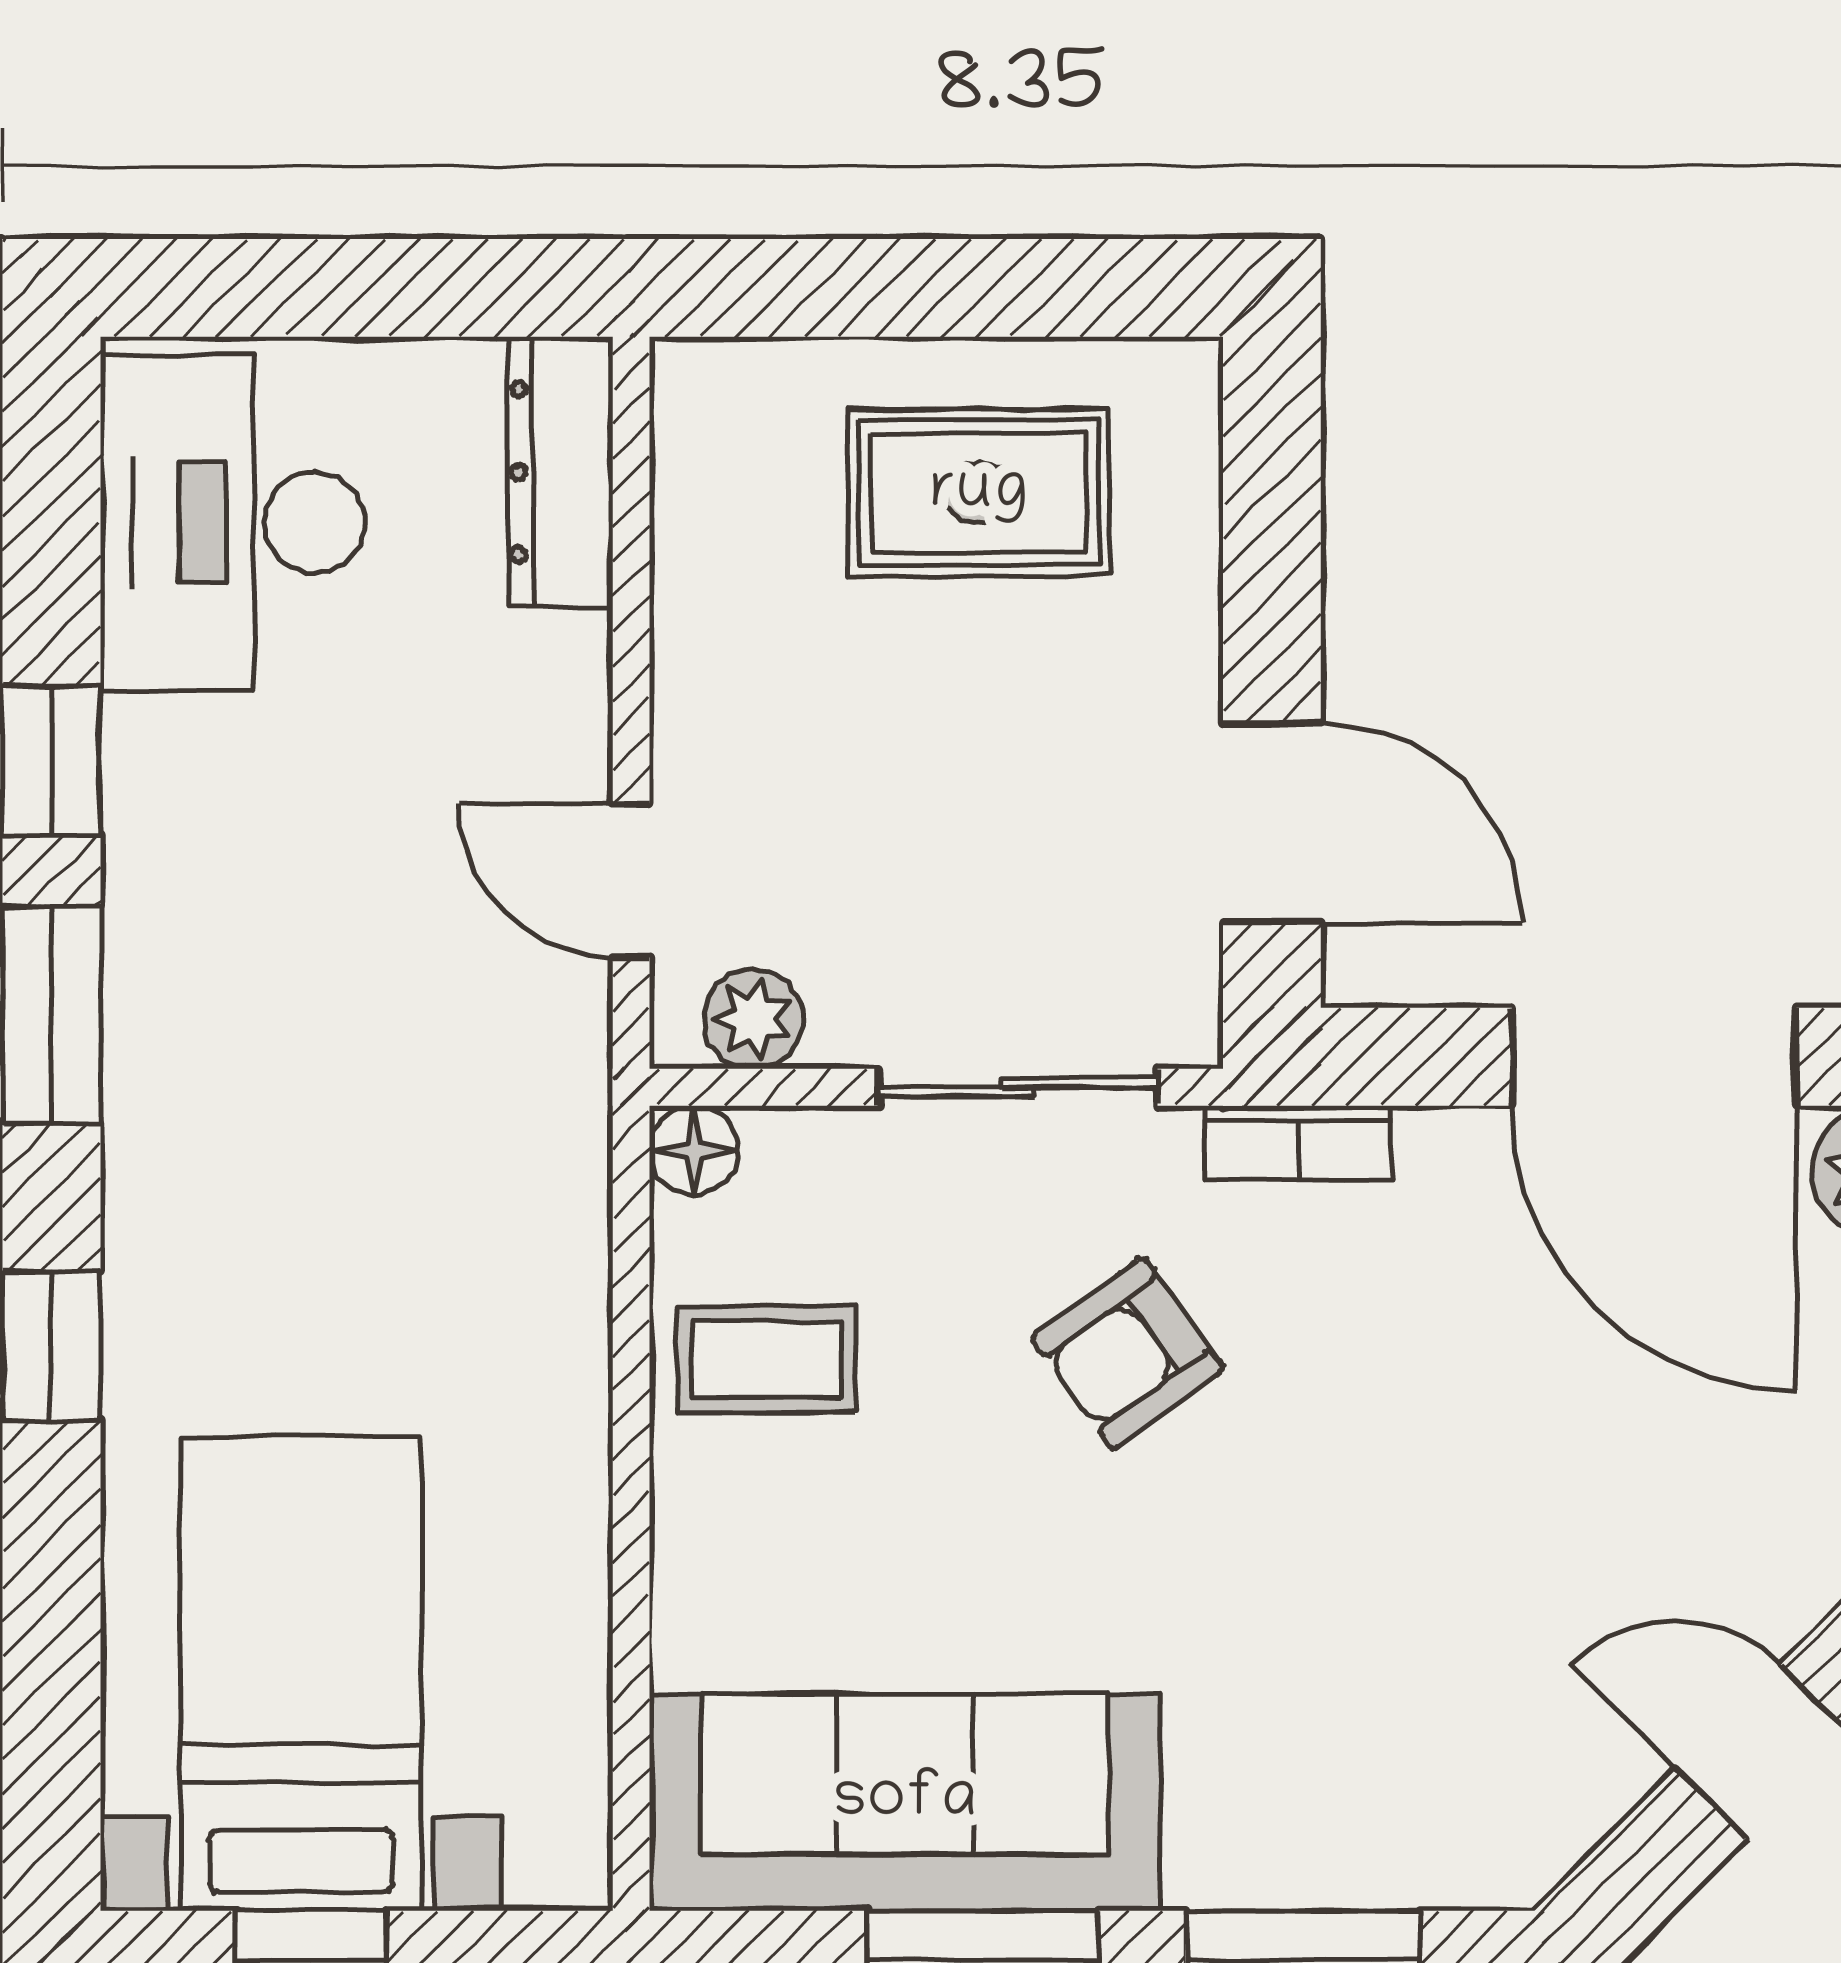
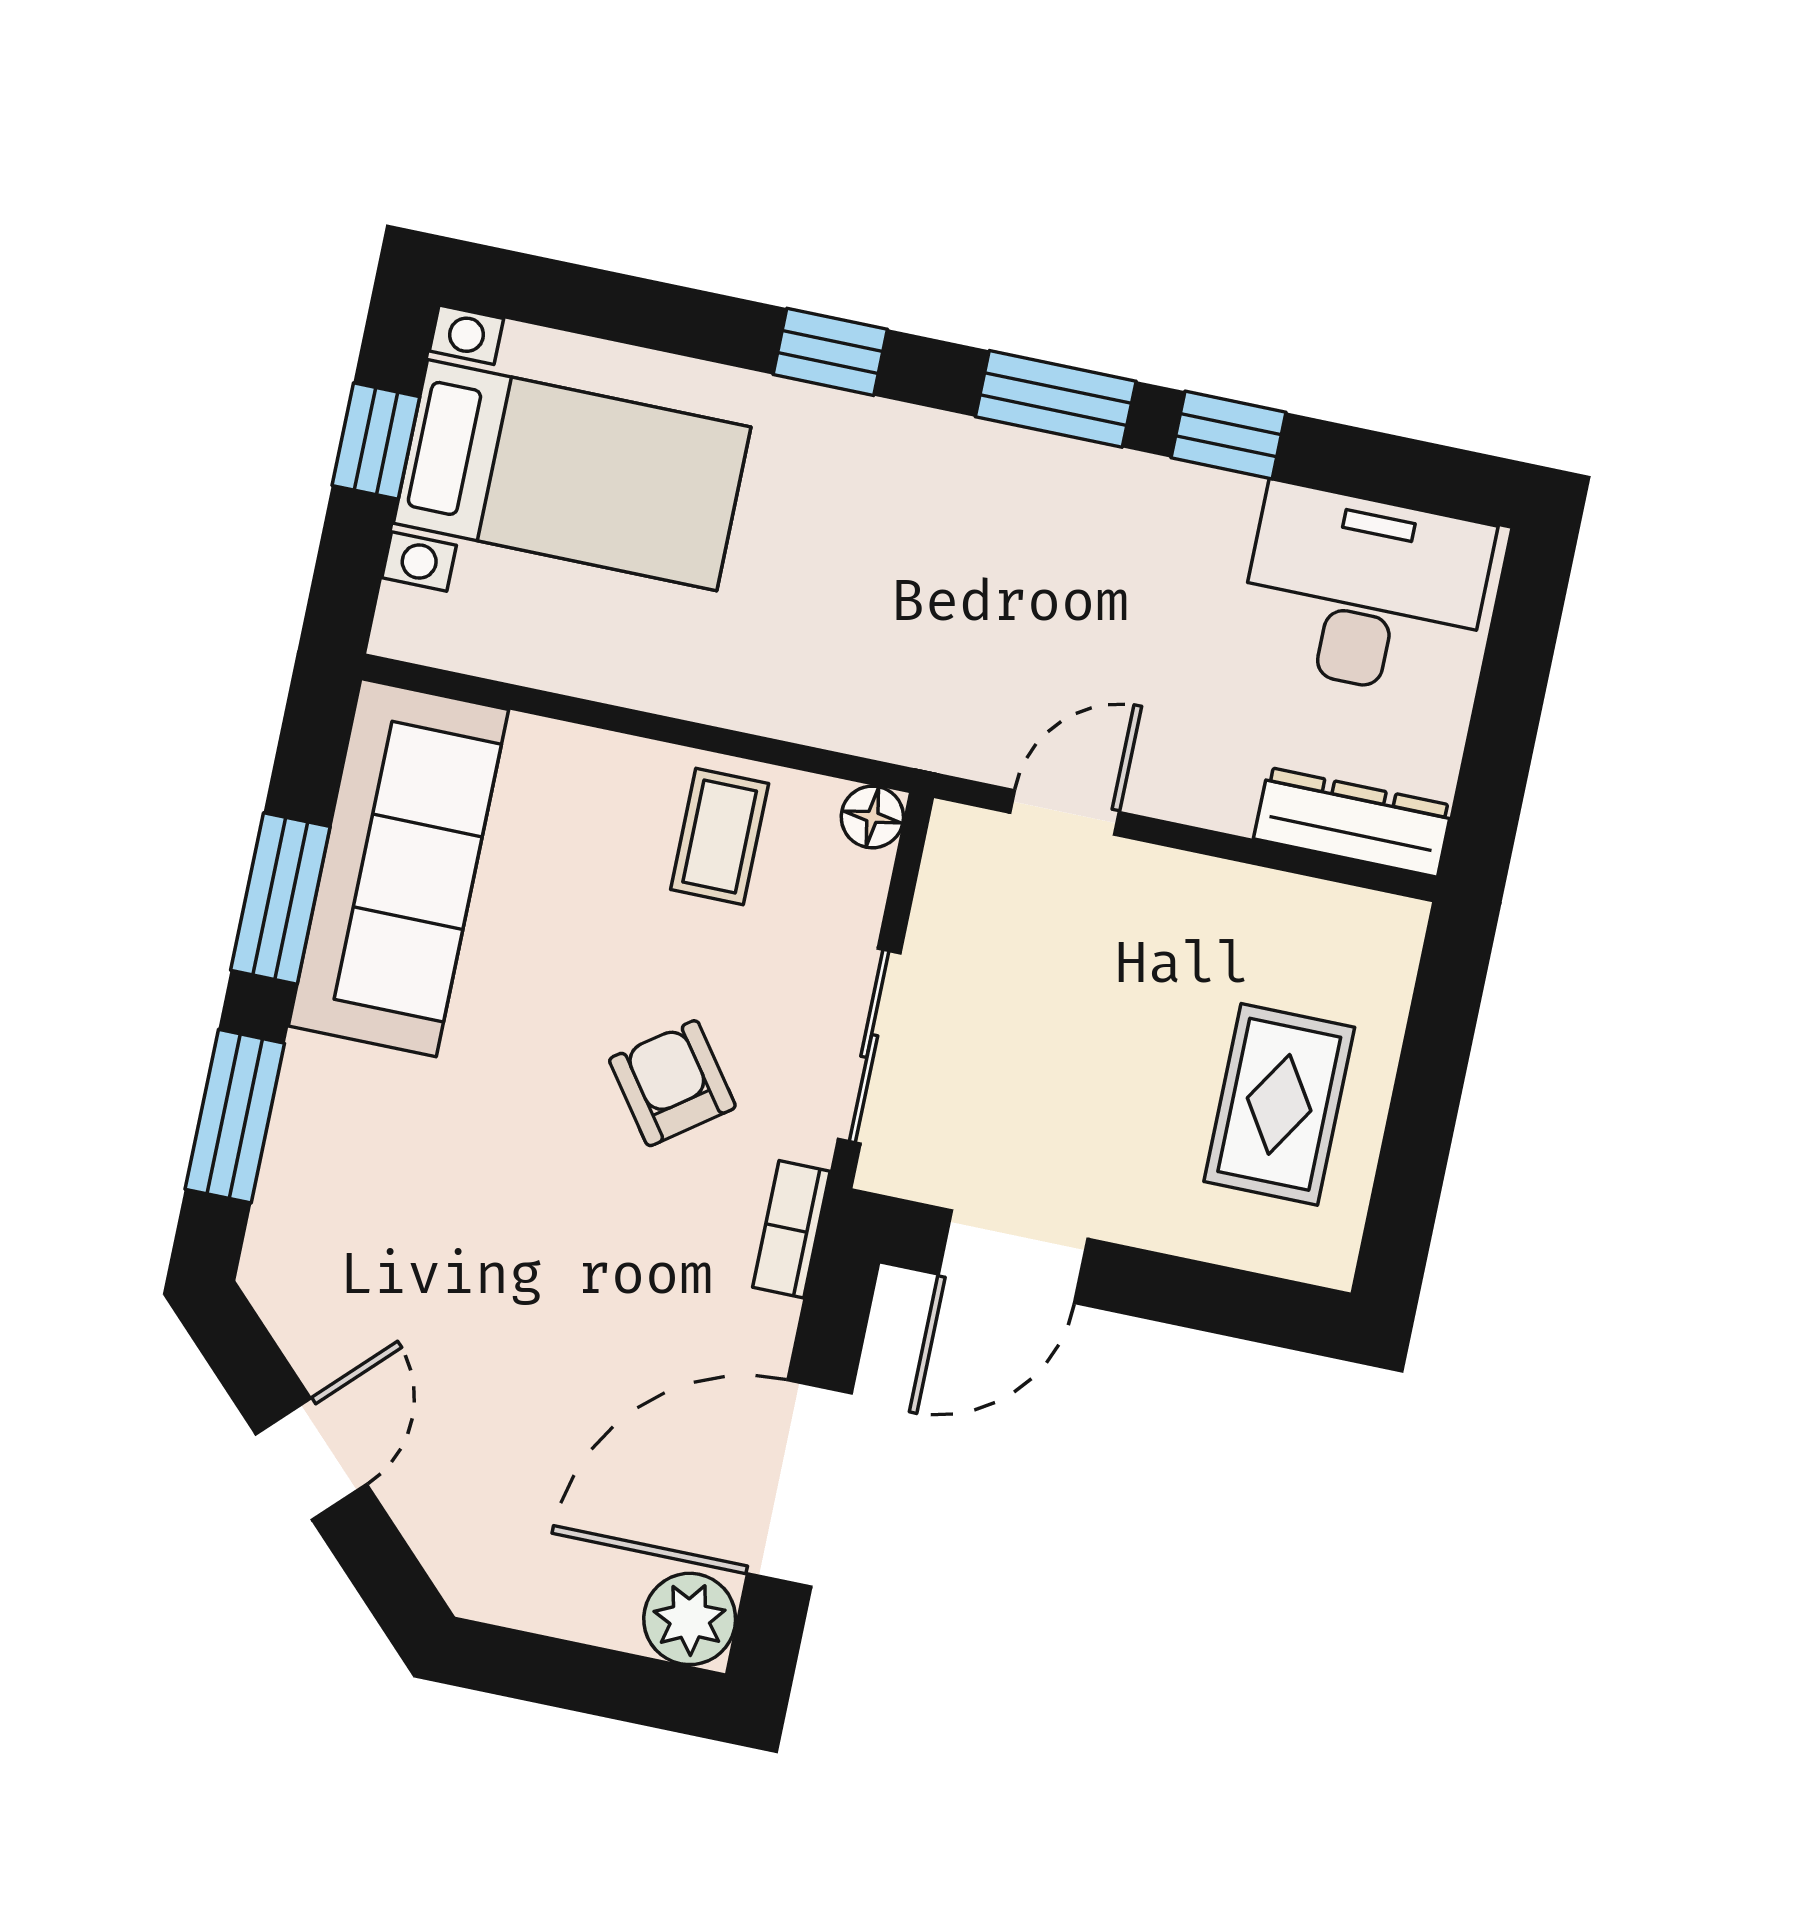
plant: (753, 1019) -> (953, 876), removed

